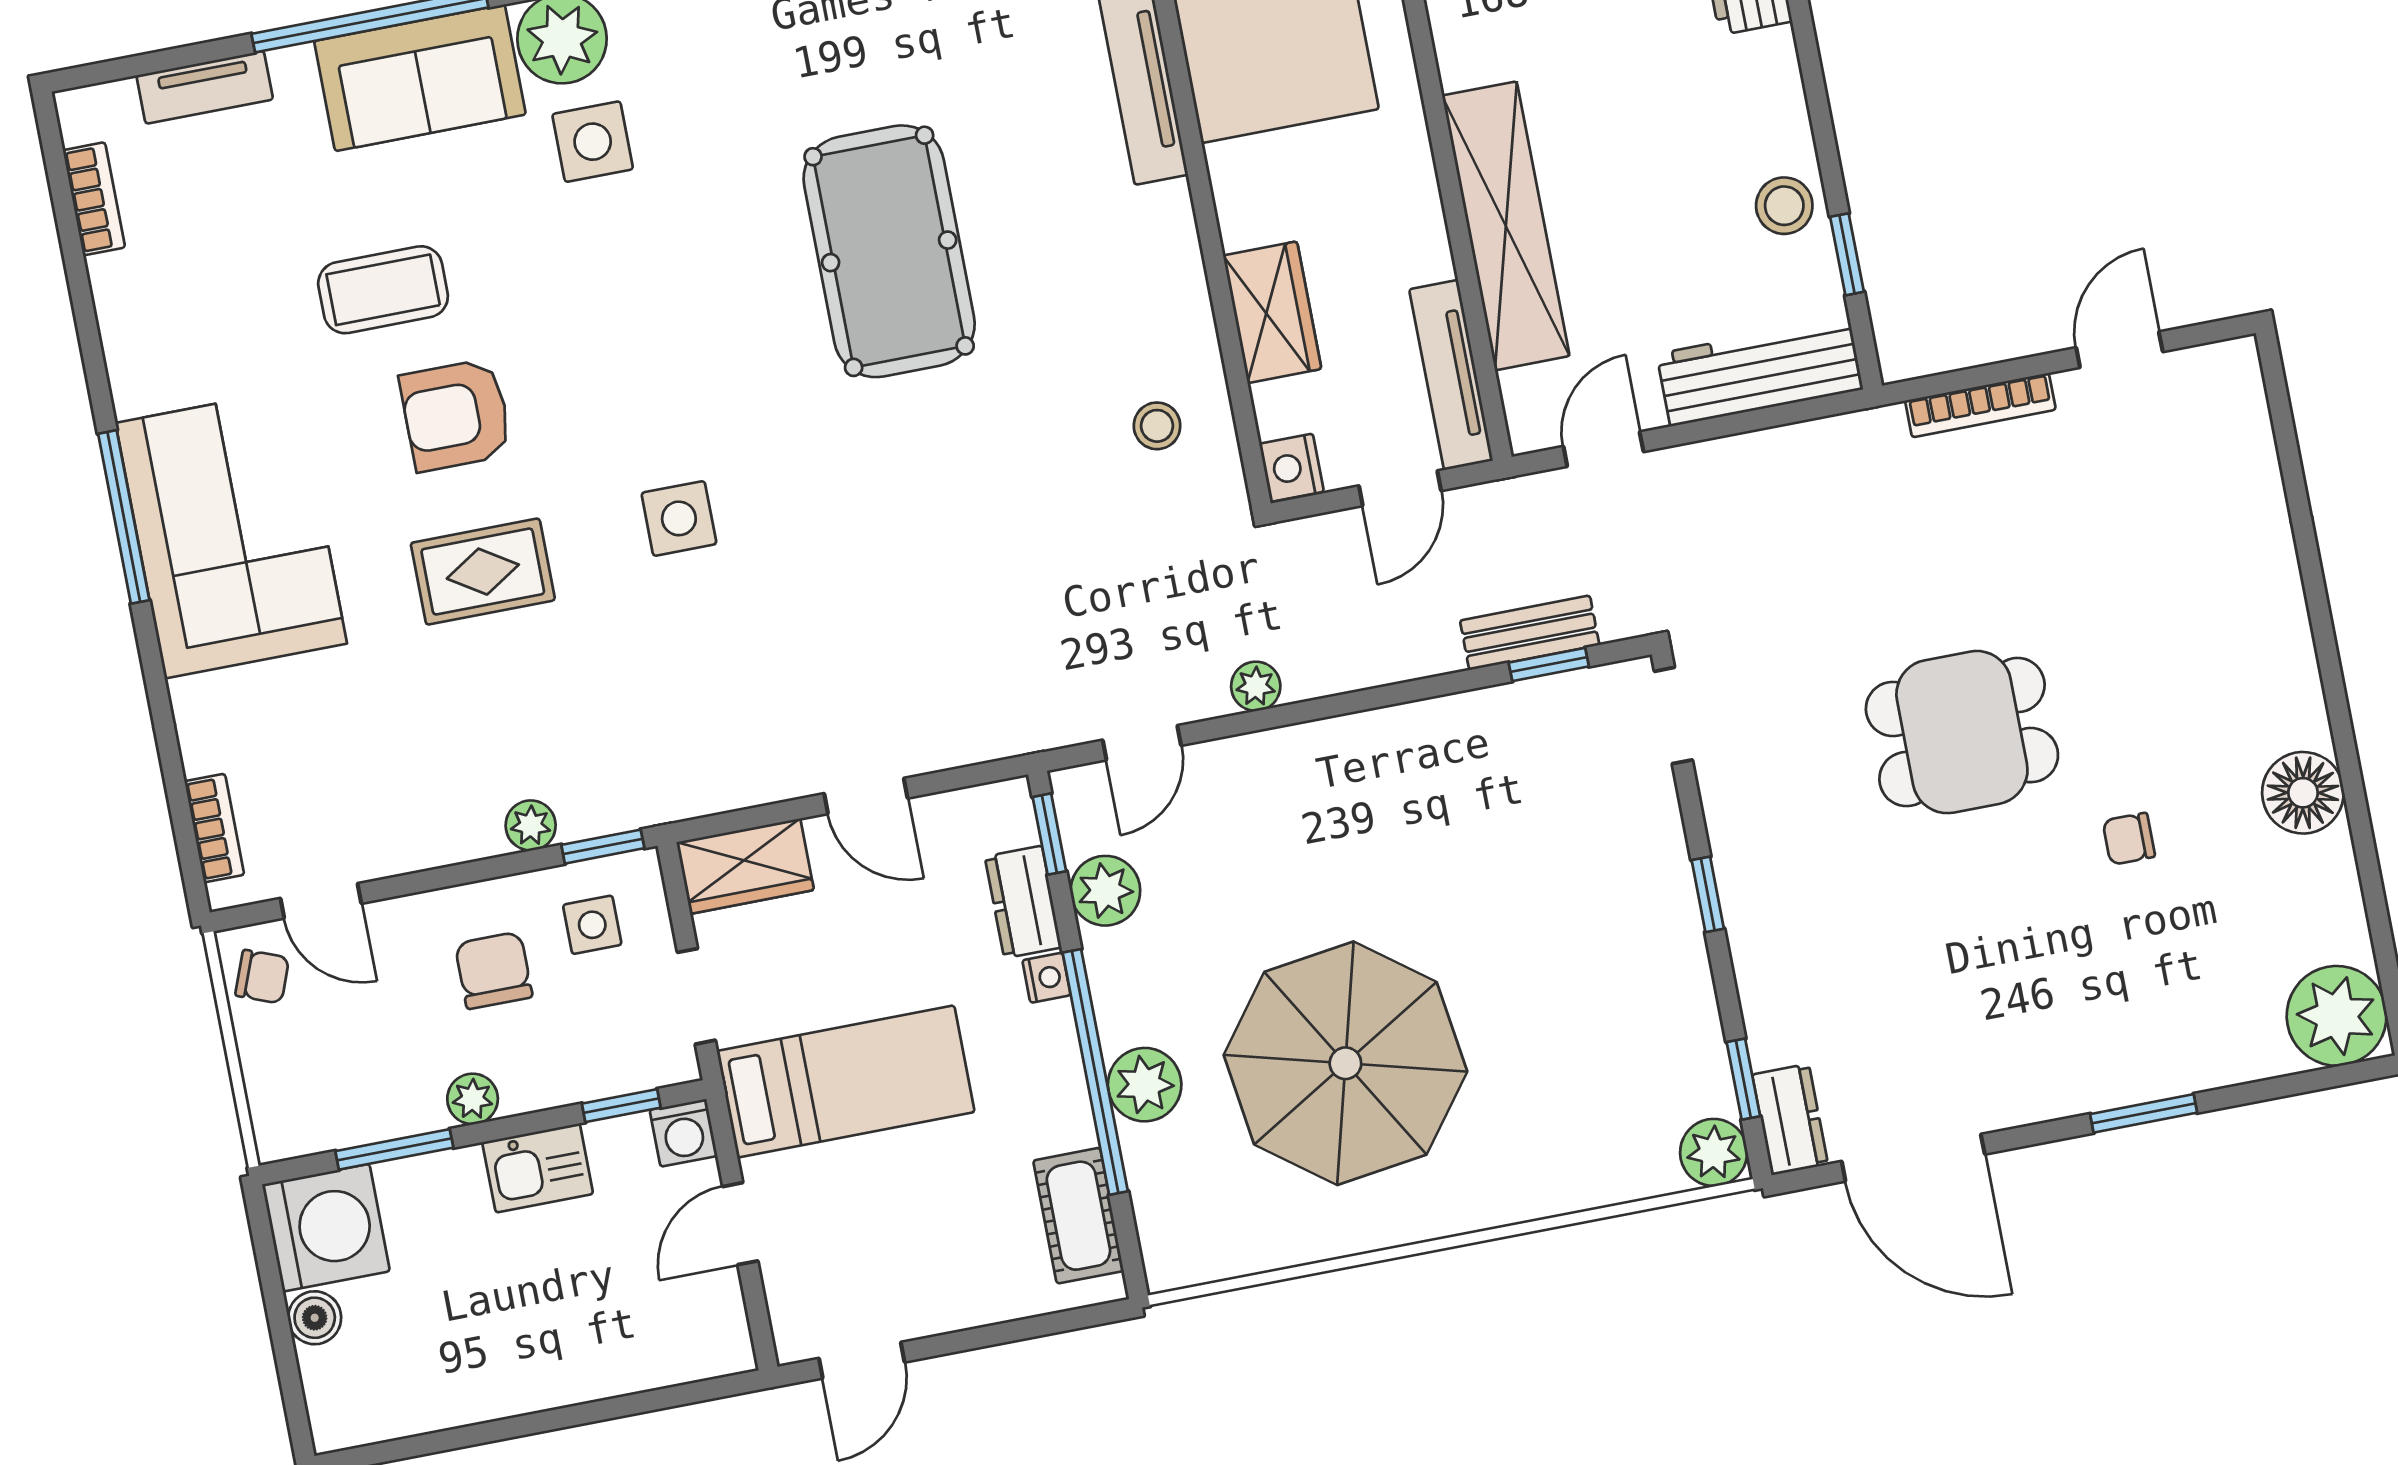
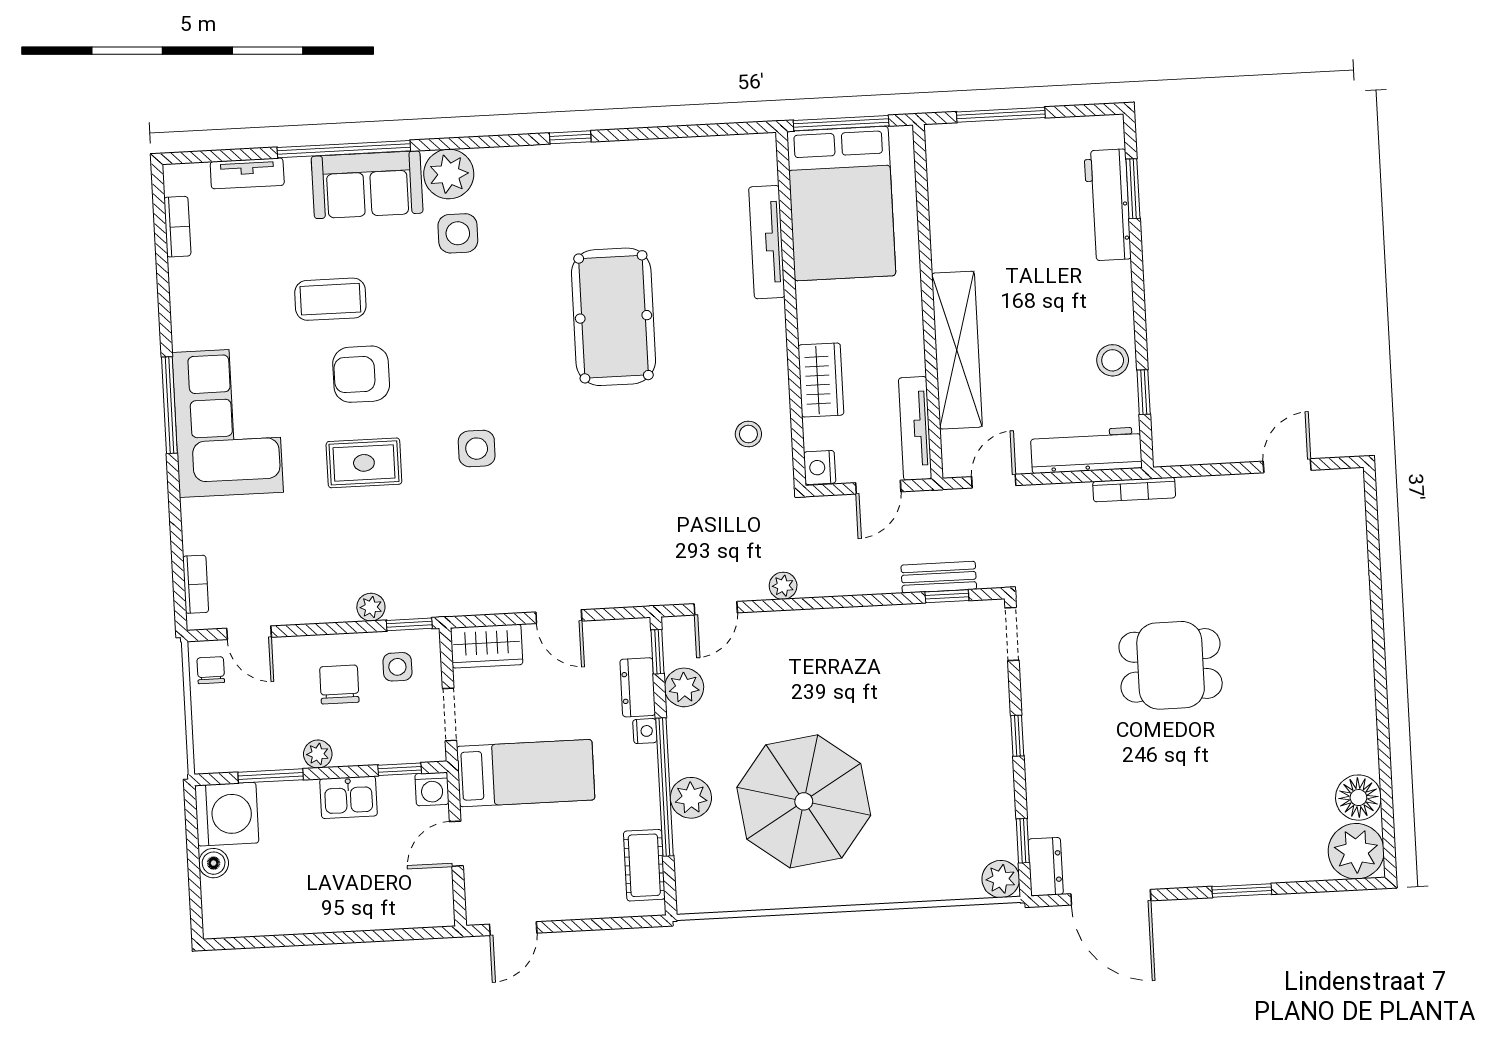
bookcase: (1980, 405) -> (1134, 490), moved
floor lamp: (2303, 793) -> (1358, 798), moved
chair: (2129, 839) -> (1255, 737), removed
chair: (262, 977) -> (211, 670), turned -111

